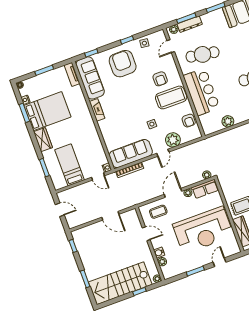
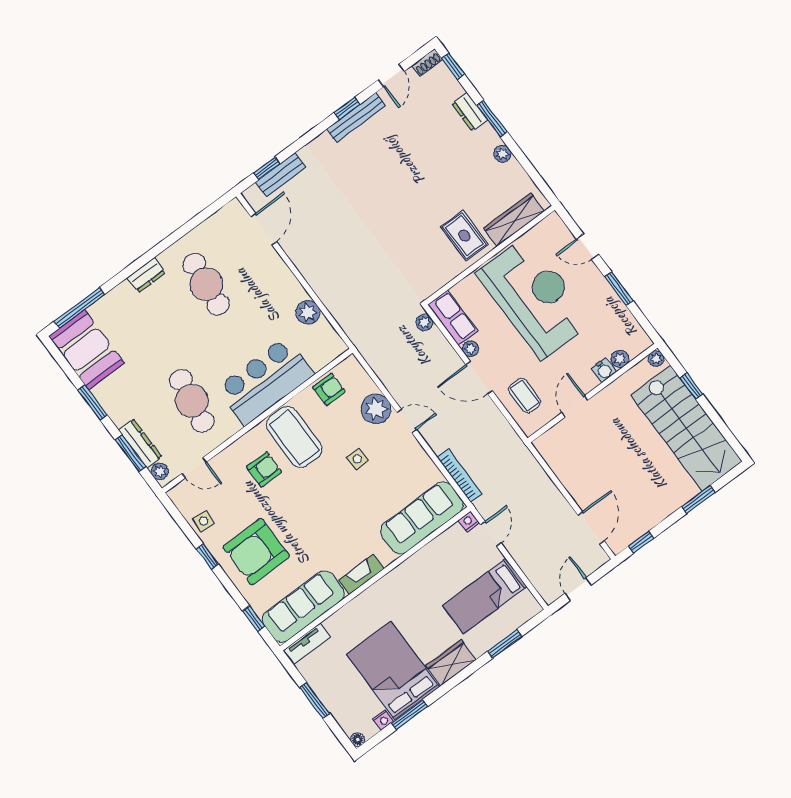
sofa: (131, 154) -> (422, 518), moved, turned 90
door: (110, 216) -> (591, 528), moved

